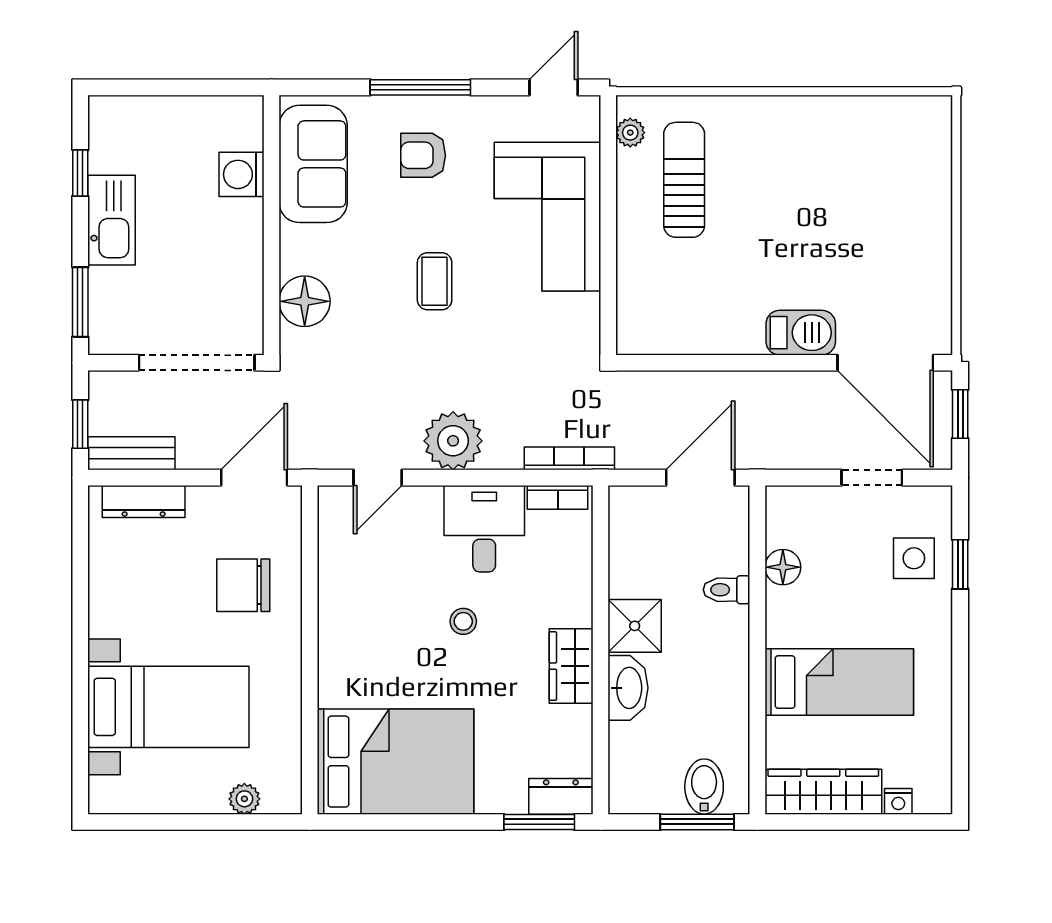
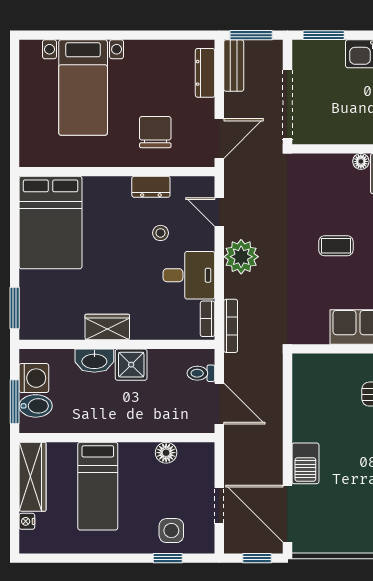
floor lamp: (305, 301) -> (361, 161), moved, width x0.53, depth x0.53
door: (885, 363) -> (287, 514), hinge flipped
window: (80, 424) -> (251, 35), width x1.50
door: (254, 478) -> (219, 139), hinge flipped
toilet: (727, 590) -> (201, 373), moved, turned -90
stool: (463, 621) -> (161, 233), moved
washing machine: (657, 790) -> (34, 378), added
dresser: (561, 796) -> (151, 187), moved, turned 90
plant: (244, 799) -> (28, 133), removed

